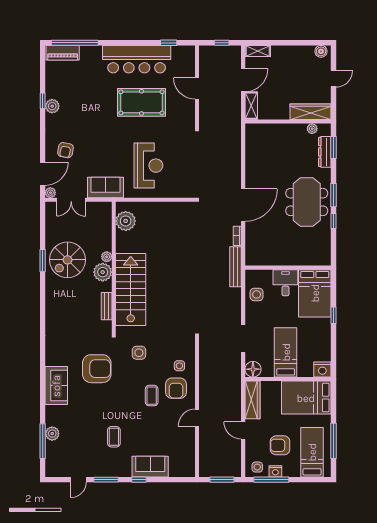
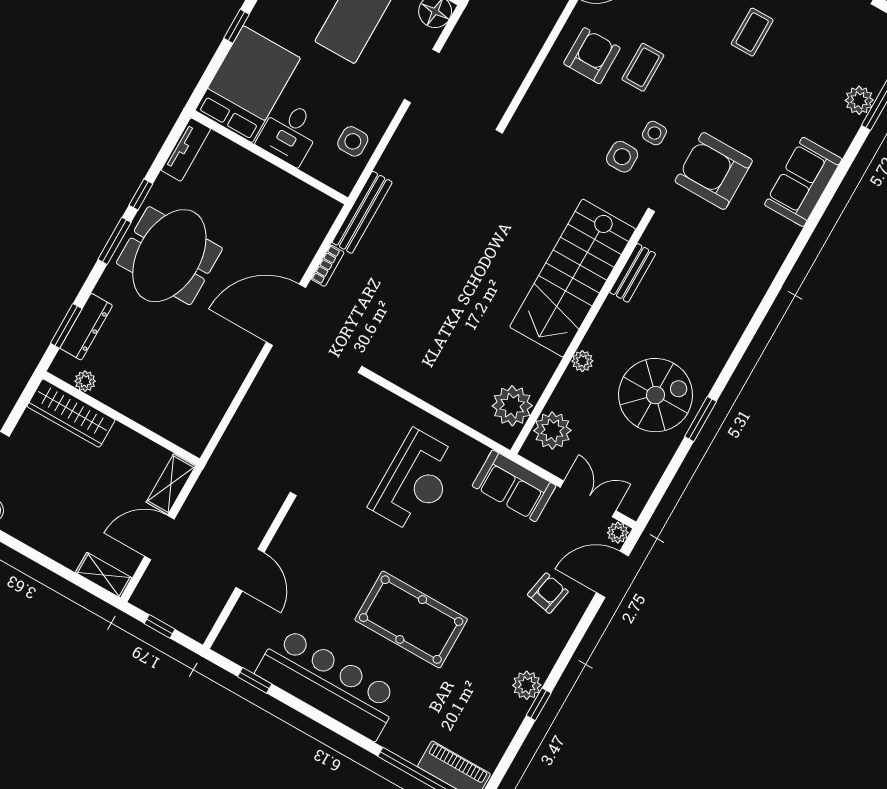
pool table: (141, 102) -> (411, 620), moved
reception desk: (148, 166) -> (415, 481), turned 180
tv unit: (325, 251) -> (186, 150), added
plant: (103, 272) -> (552, 430), moved
side table: (179, 366) -> (654, 133), moved

